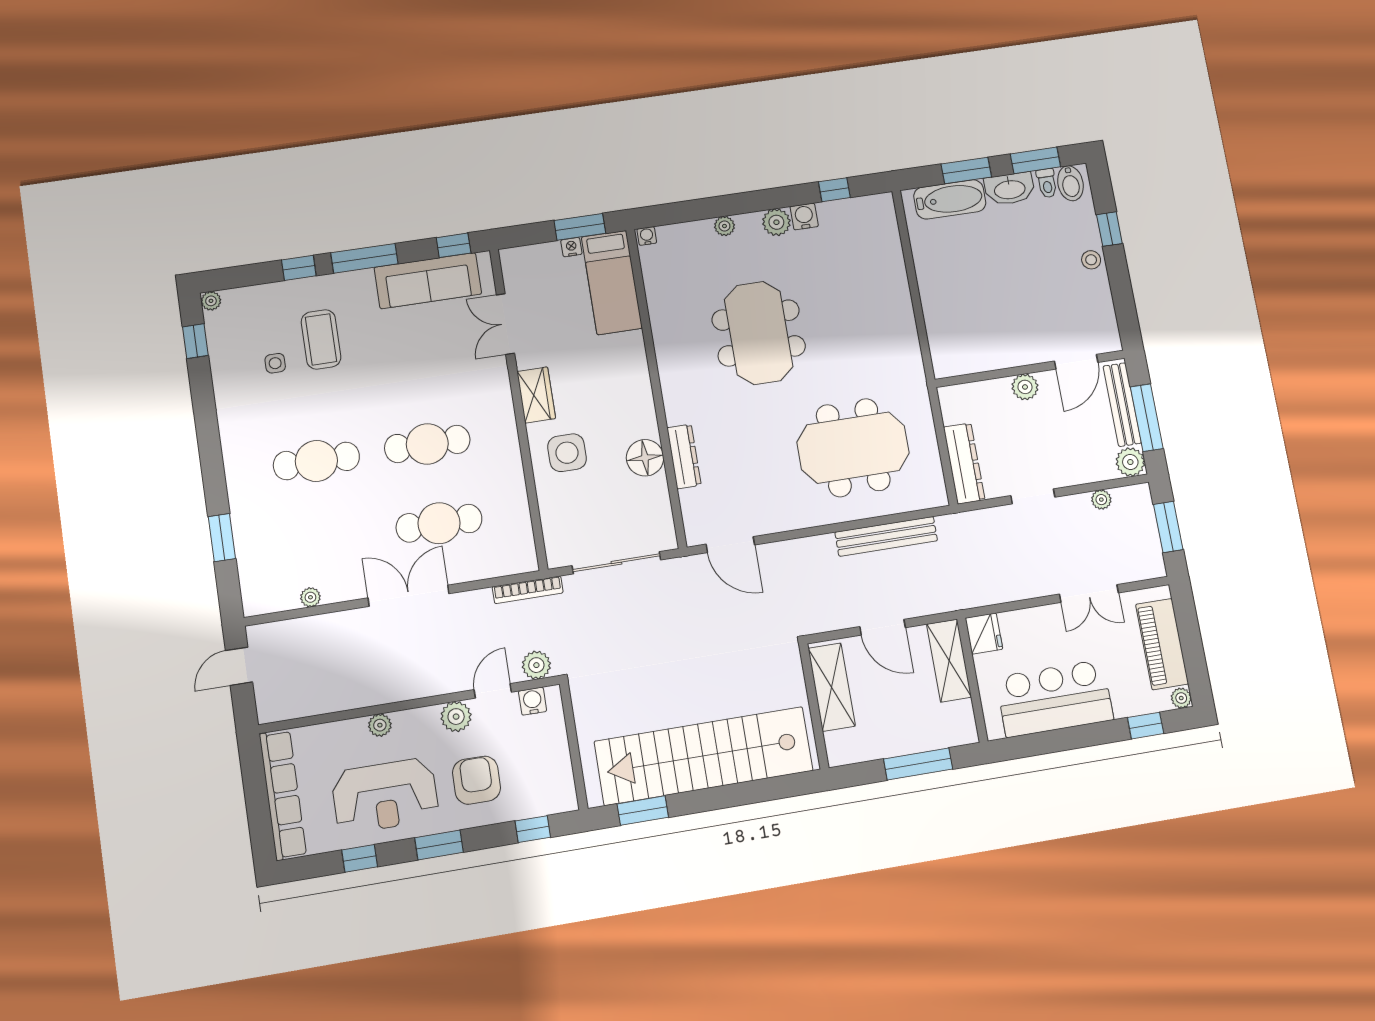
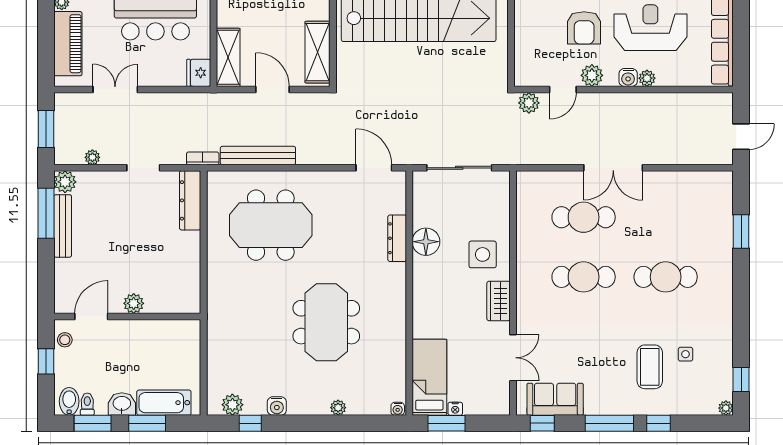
washbasin: (1010, 189) -> (122, 404), width x0.72
plant: (776, 222) -> (232, 405), moved
sofa: (428, 281) -> (555, 399), width x0.73
door: (1076, 362) -> (91, 317), moved
wall: (1030, 369) -> (127, 317), moved
plant: (1025, 387) -> (134, 303), moved
bookcase: (528, 590) -> (203, 158), moved, width x0.64
plant: (310, 597) -> (684, 178), removed
water cooler: (533, 701) -> (628, 77), moved

